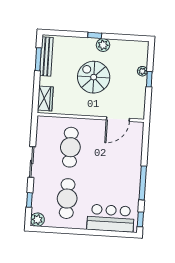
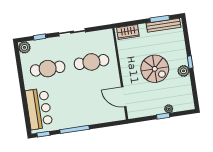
spiral stairs: (94, 77) -> (155, 69), turned 90

